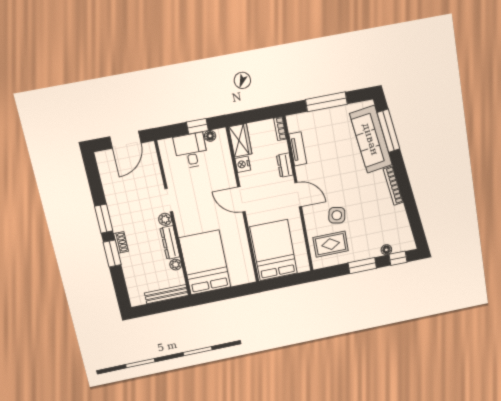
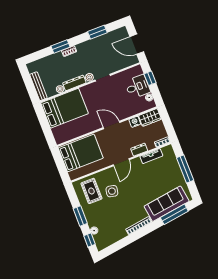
window: (197, 126) -> (150, 78), moved
door: (241, 199) -> (111, 125), hinge flipped
window: (104, 219) -> (97, 32), moved

